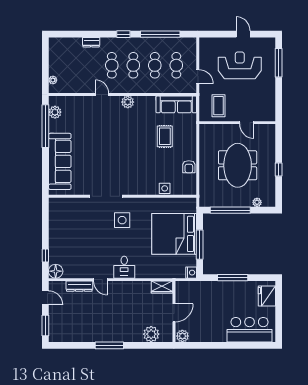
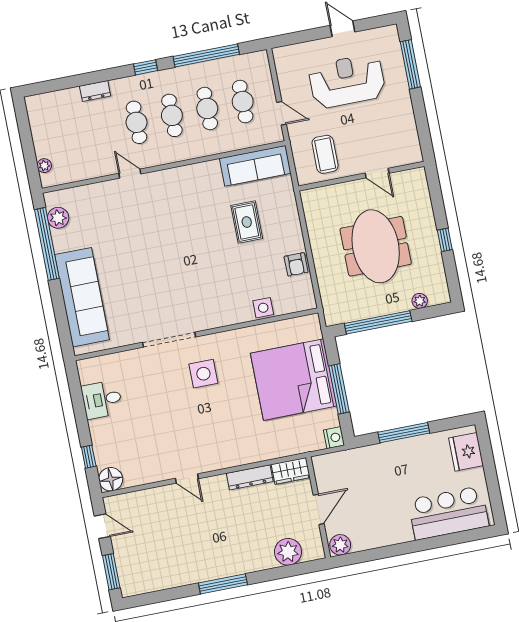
plant: (128, 102) -> (174, 178), removed
desk: (124, 267) -> (102, 400), moved, turned 90
dresser: (79, 286) -> (250, 477), moved

